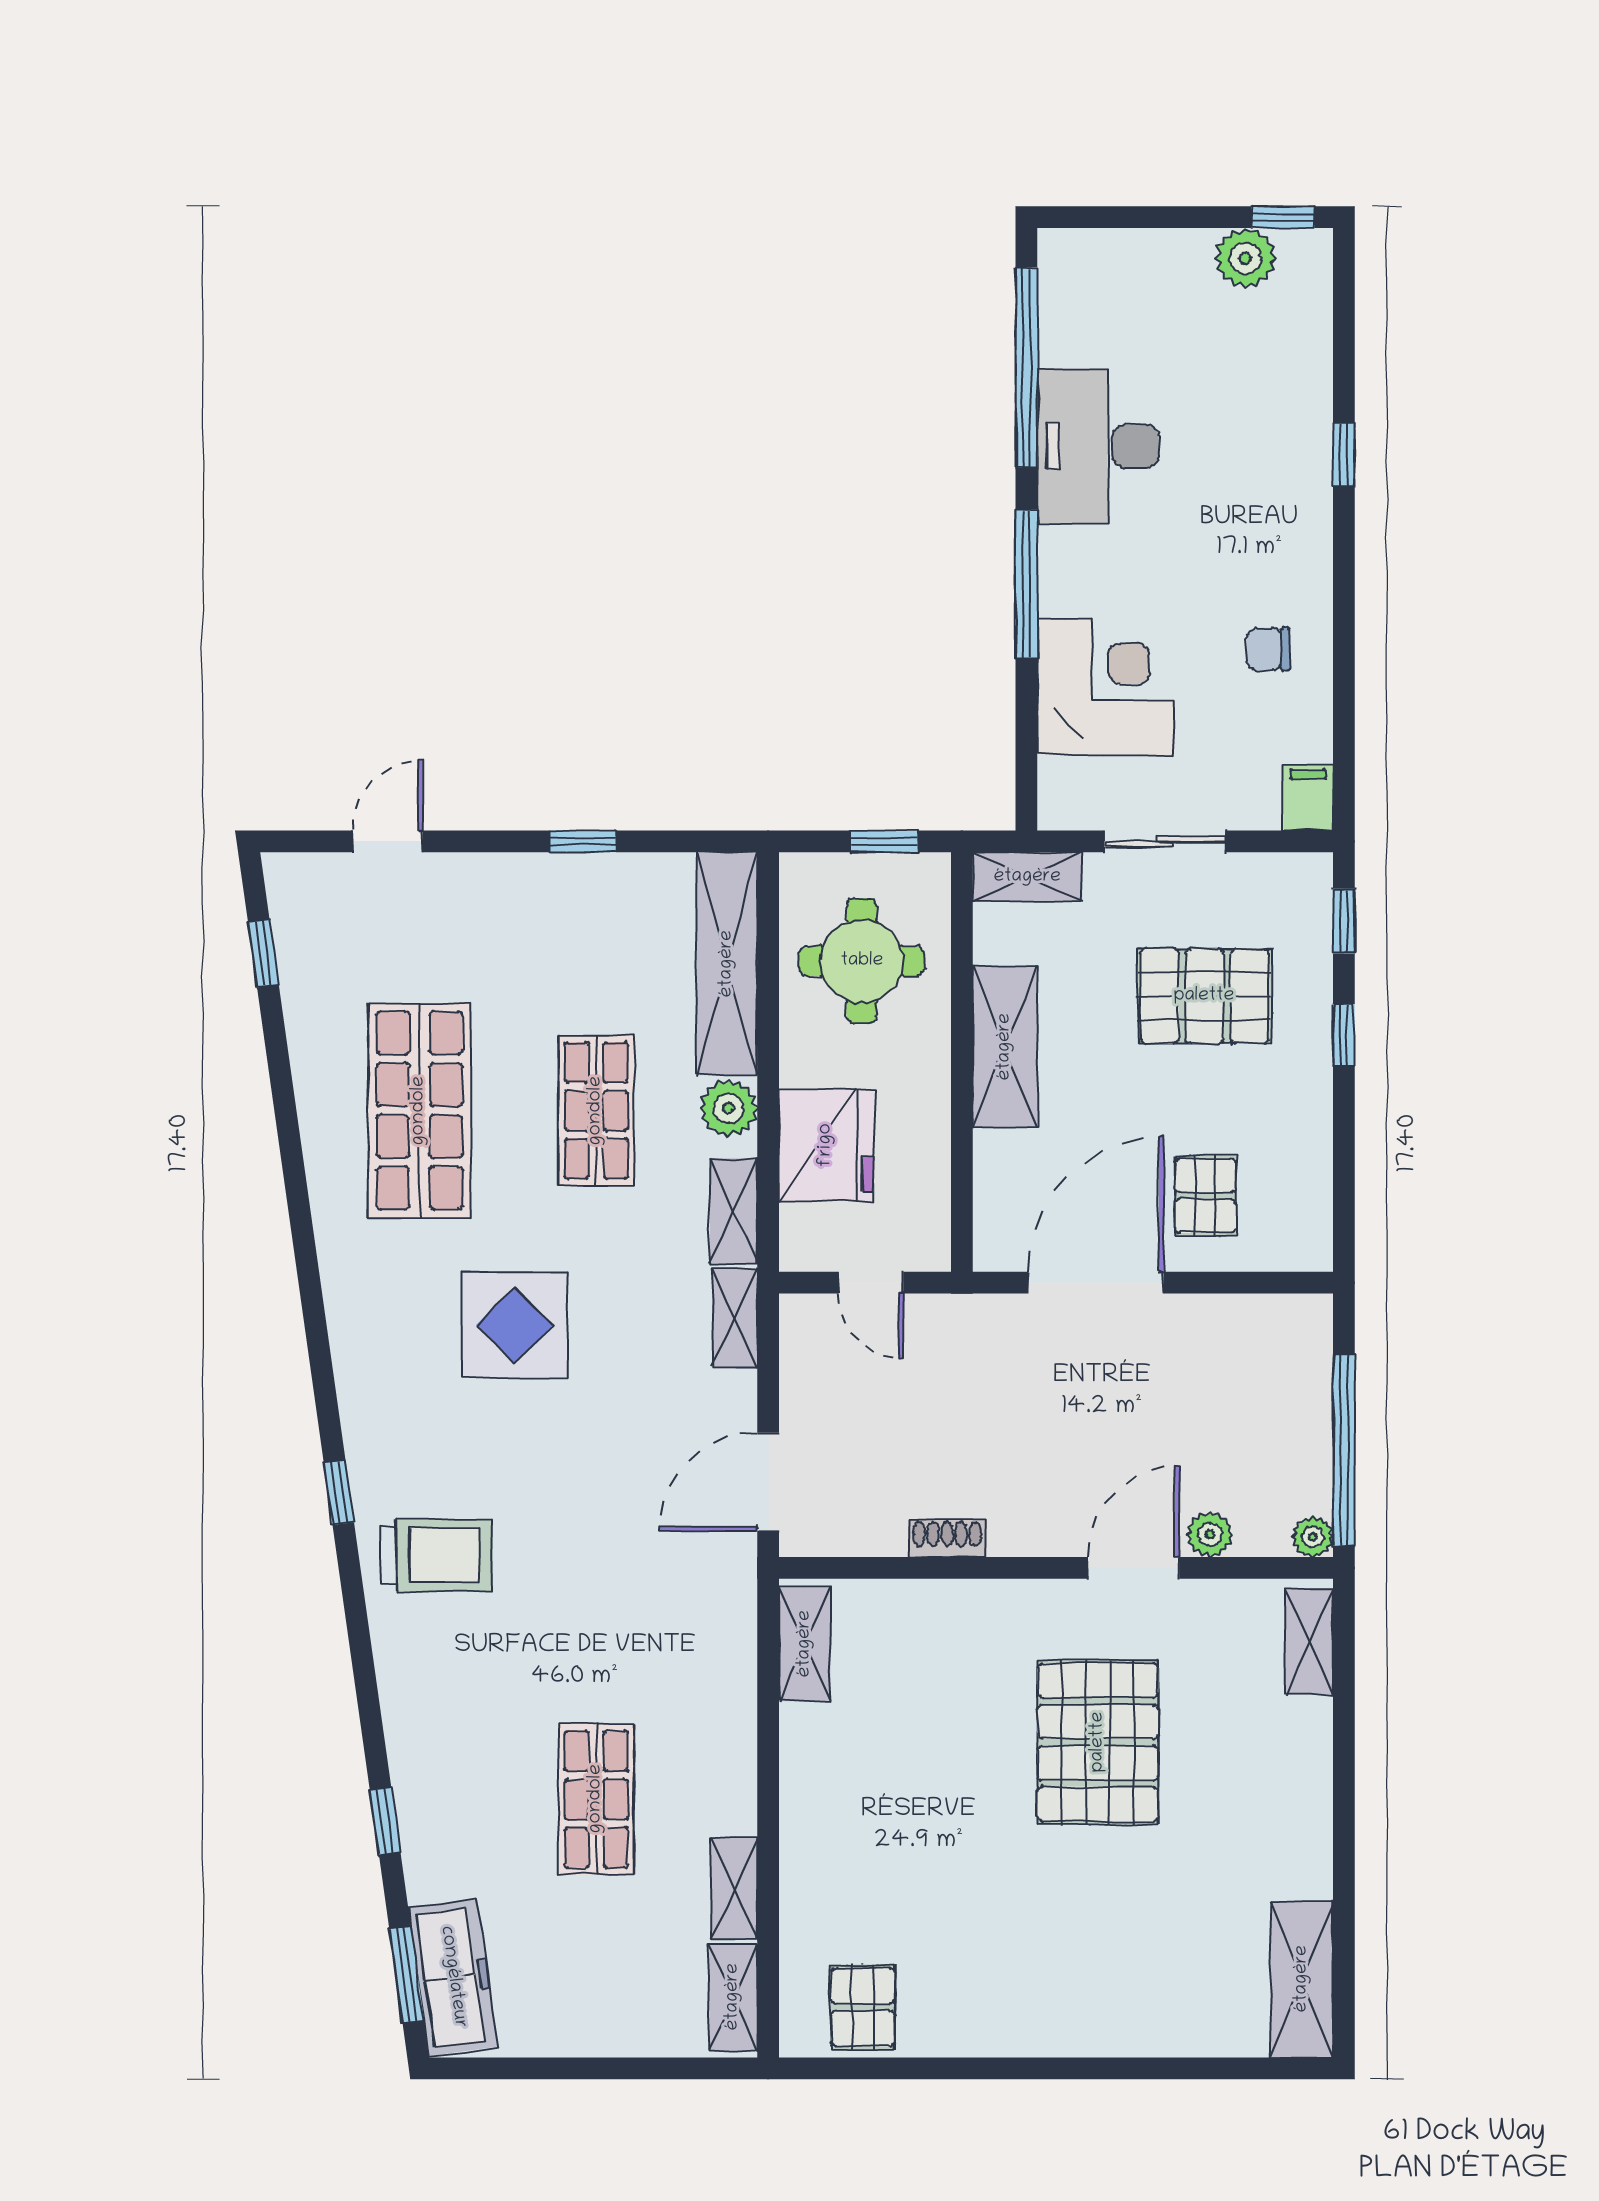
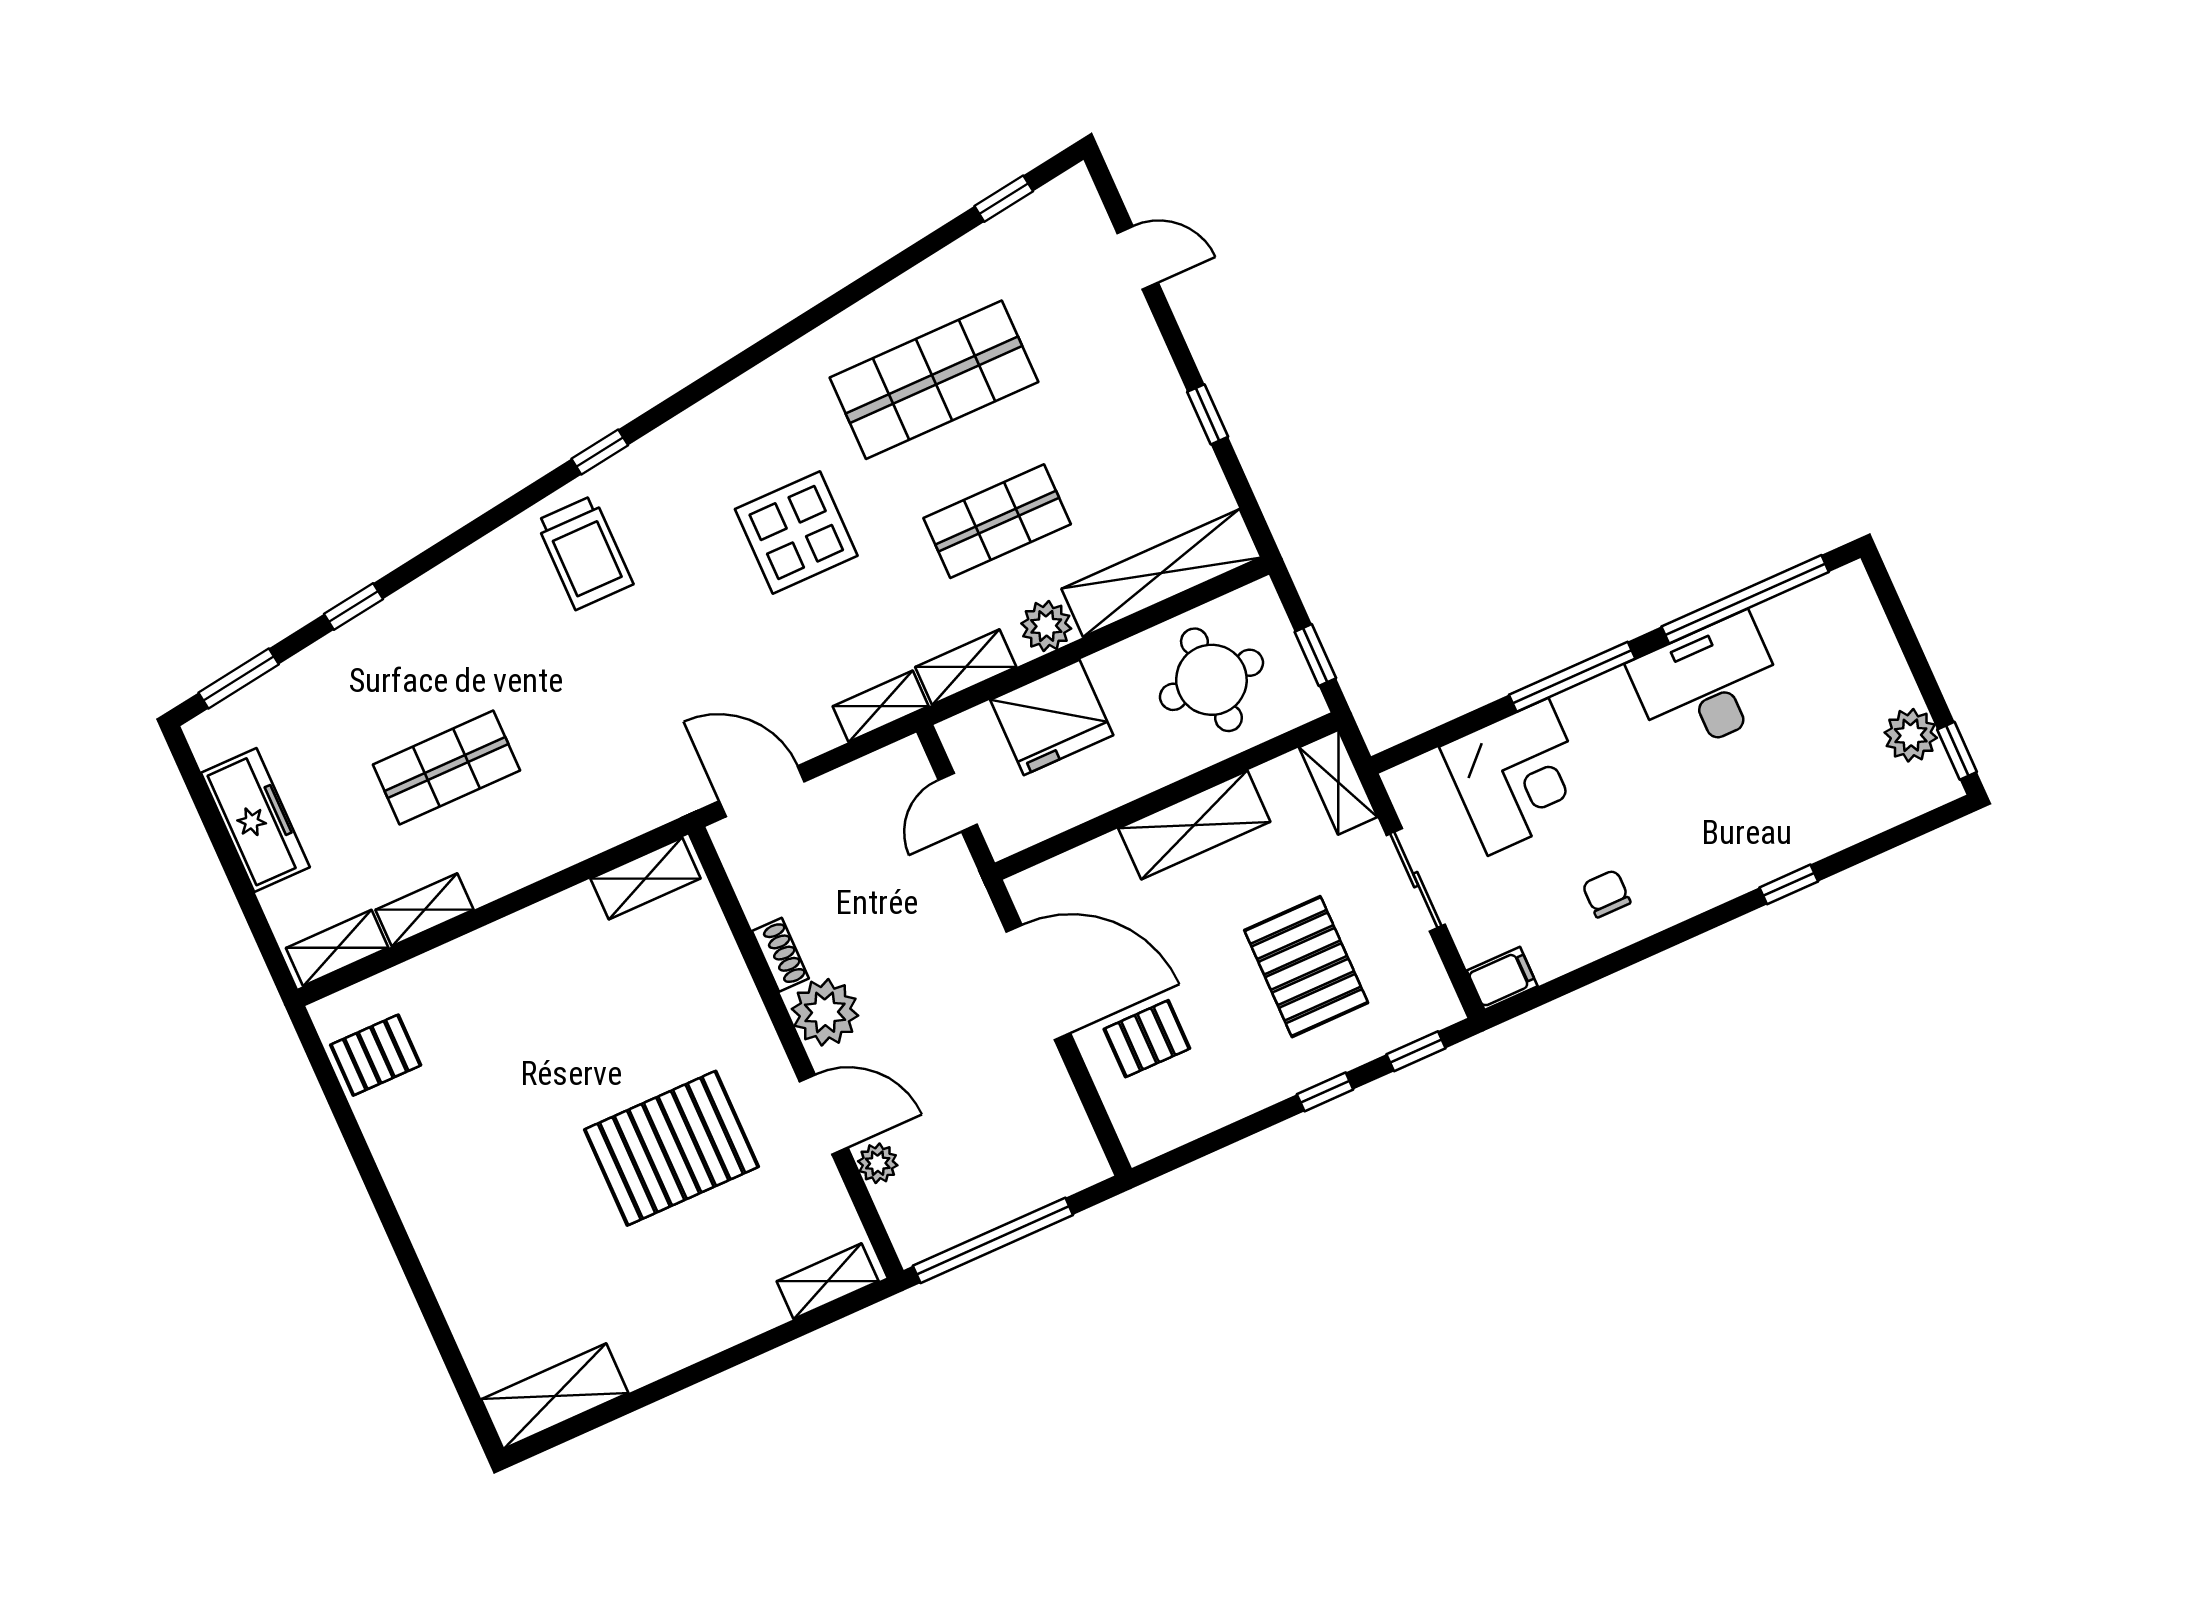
plant: (1313, 1537) -> (825, 1012), moved, width x1.88, depth x1.88
freezer: (453, 1977) -> (255, 820), moved, turned -82

